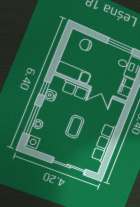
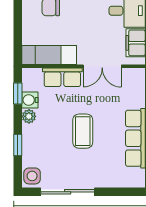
window: (32, 120) -> (18, 145), width x0.46
plant: (38, 124) -> (29, 116), moved
sliding door: (69, 166) -> (68, 192), moved

